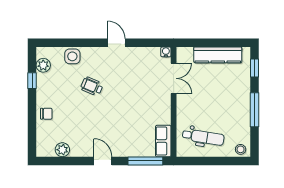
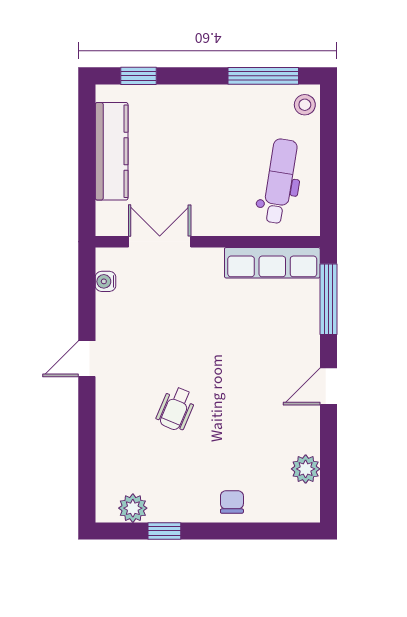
water cooler: (166, 52) -> (105, 281), moved
side table: (72, 56) -> (115, 449), removed
window: (255, 110) -> (263, 76), moved
row of seats: (163, 141) -> (272, 263), width x1.48

